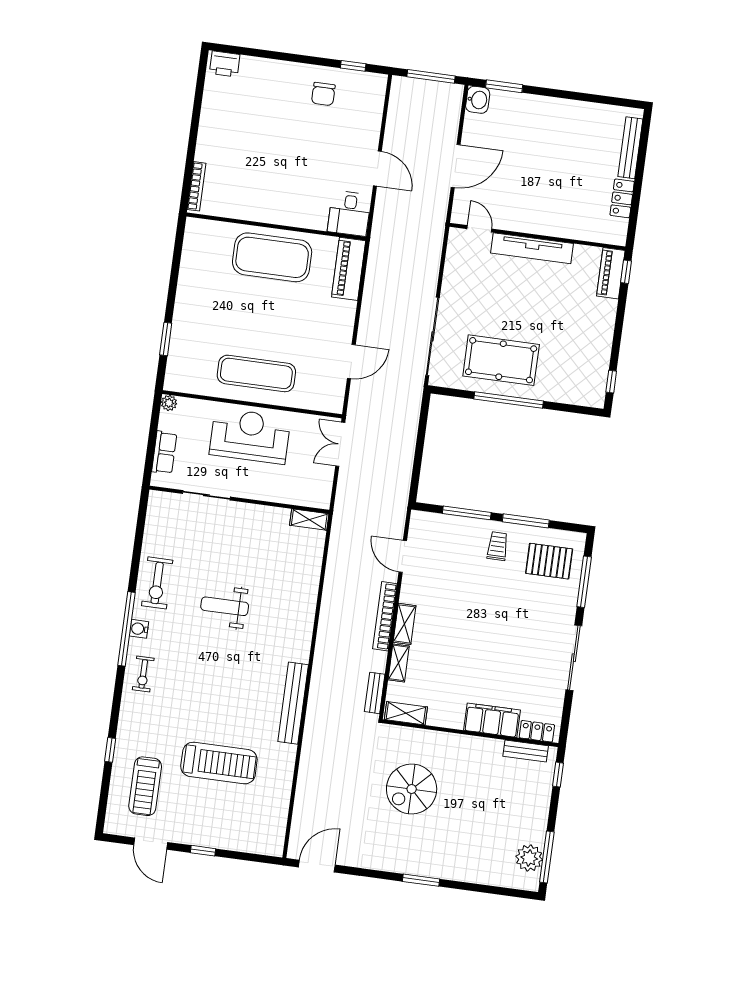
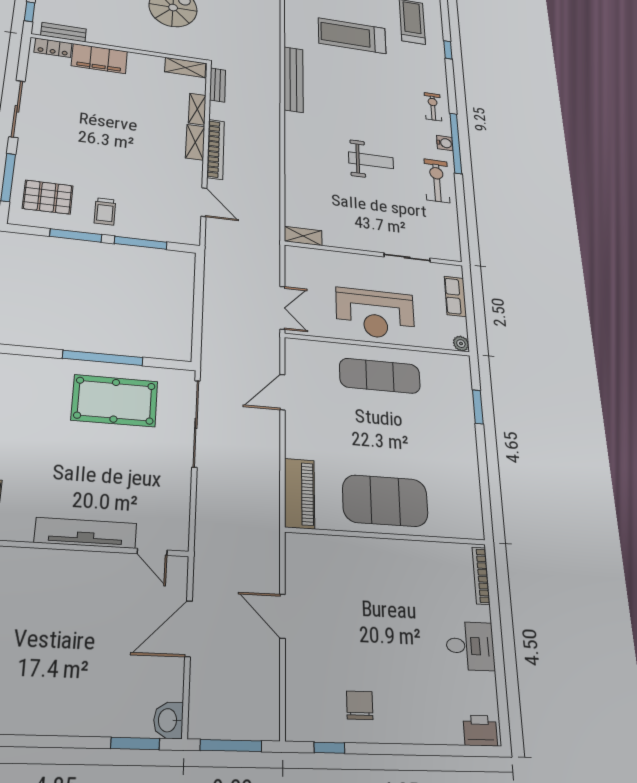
desk: (349, 213) -> (470, 646), moved, turned 90

